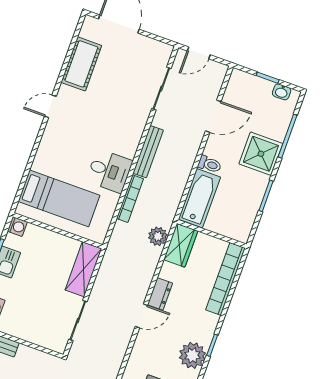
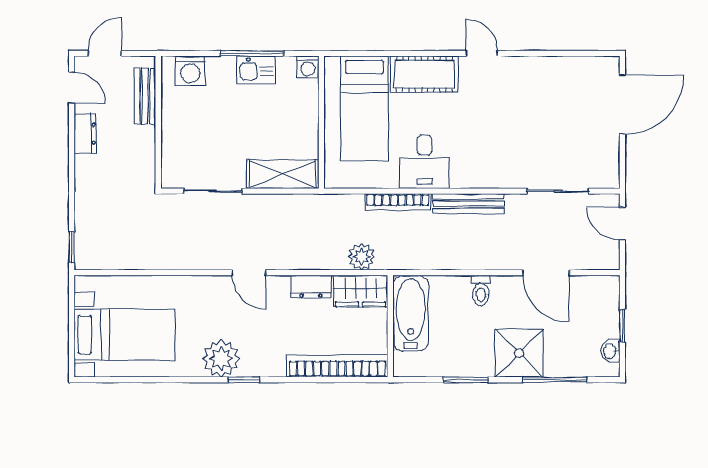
cot: (81, 64) -> (424, 74), moved
bathtub: (199, 198) -> (411, 313), moved, turned -90
dresser: (160, 294) -> (311, 287), moved

